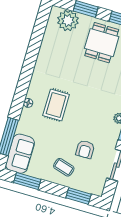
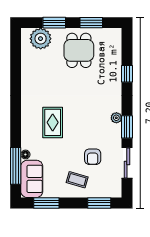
floor lamp: (28, 103) -> (25, 154), moved

